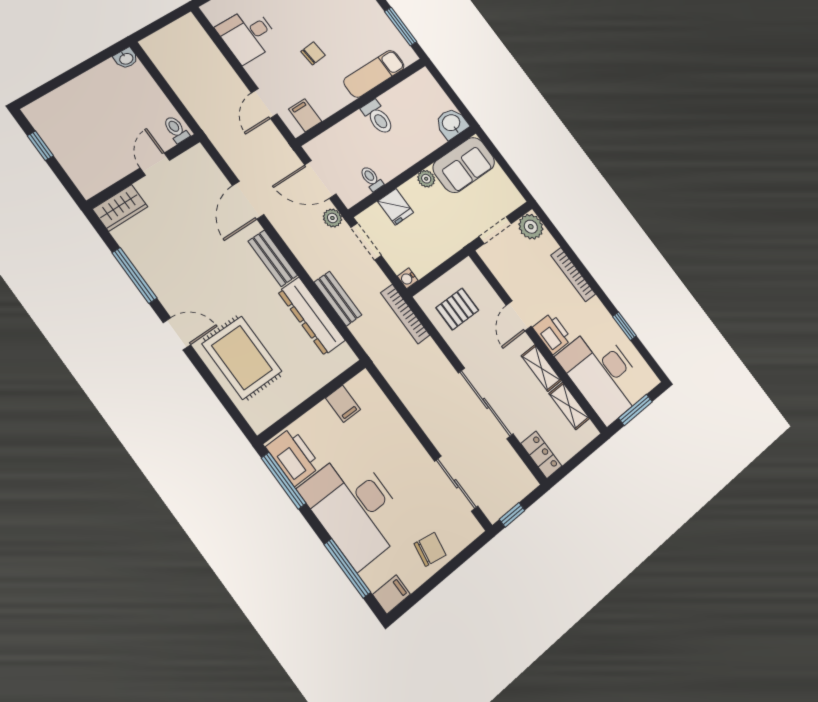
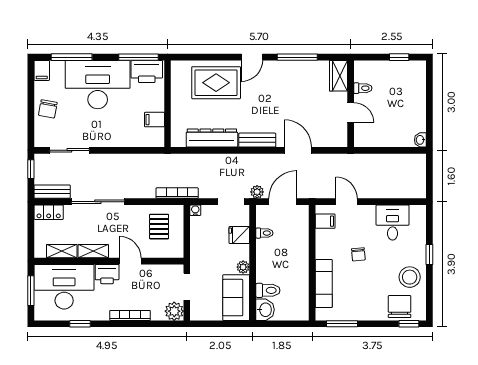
toilet: (378, 117) -> (268, 290), moved, turned 180
toilet: (176, 129) -> (363, 88), moved
bench: (338, 299) -> (52, 192), moved

